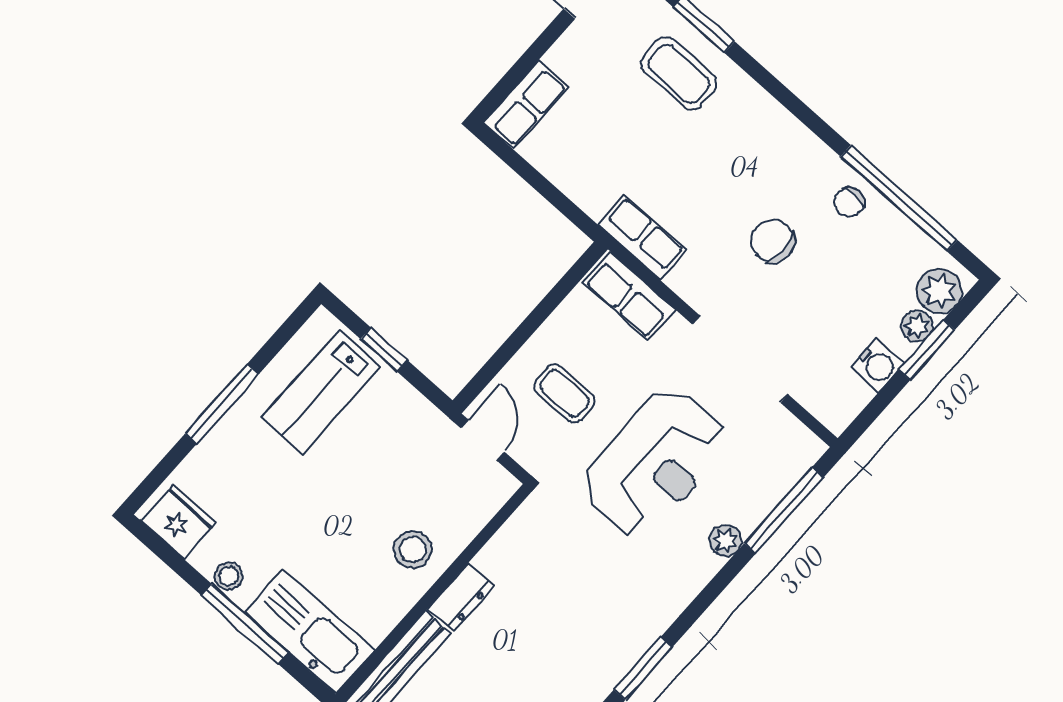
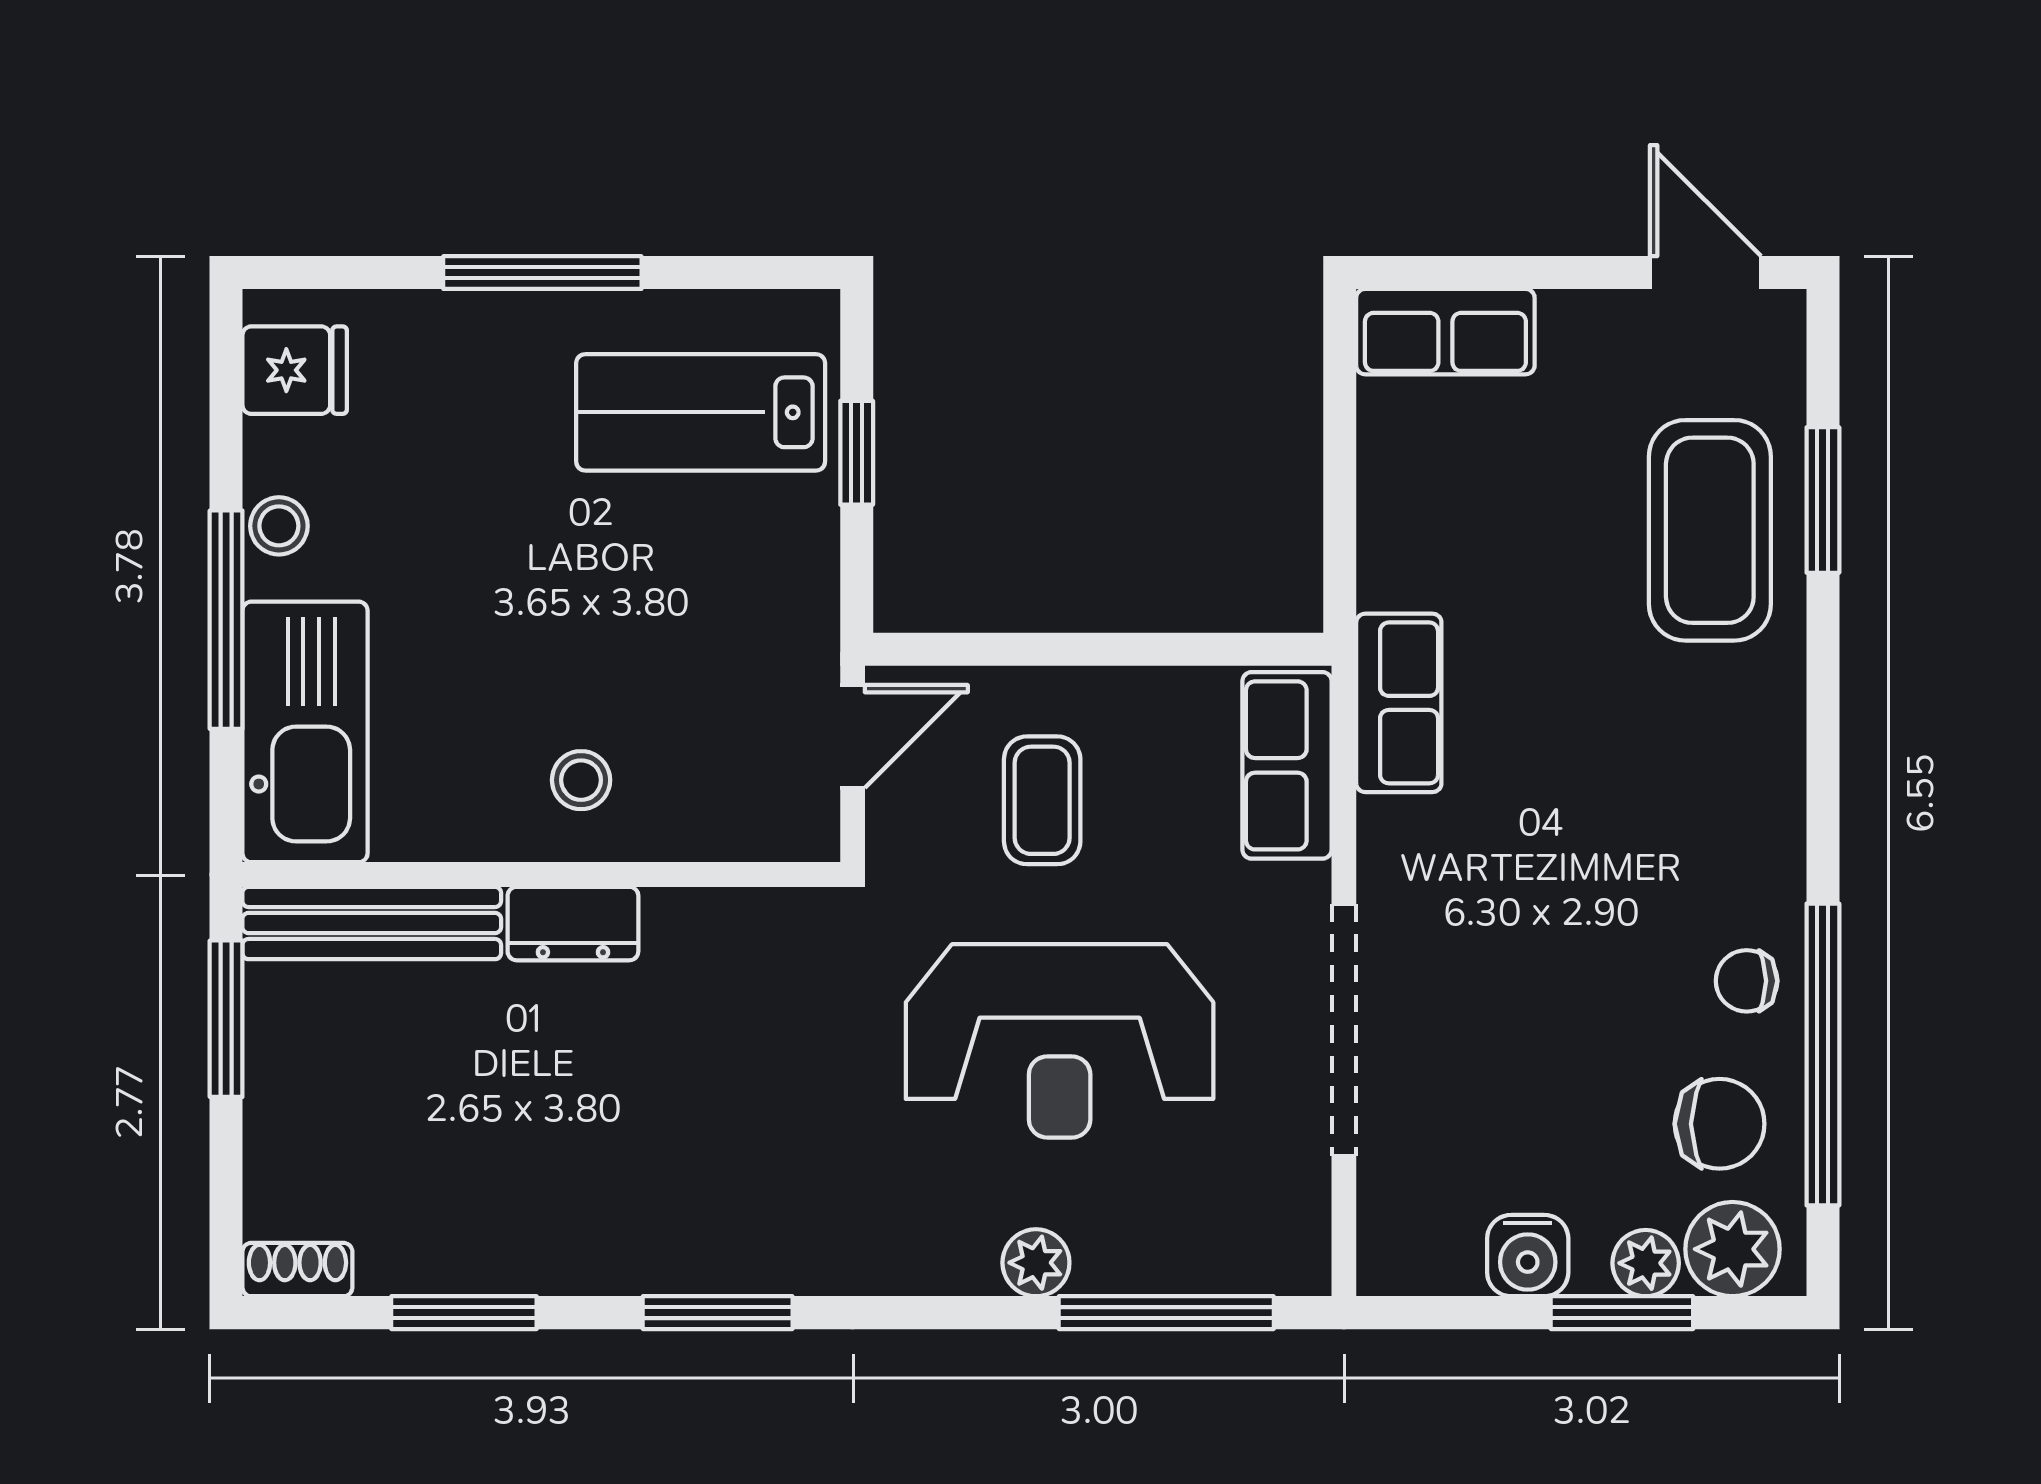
coffee table: (679, 74) -> (1710, 530), width x1.36, depth x1.32
chair: (773, 241) -> (1720, 1124), moved, turned 90
fridge: (179, 522) -> (295, 370), width x0.72
stool: (413, 549) -> (581, 780), width x0.73, depth x0.73

